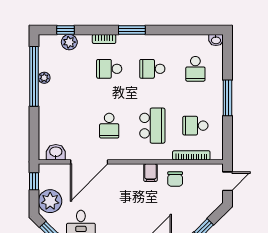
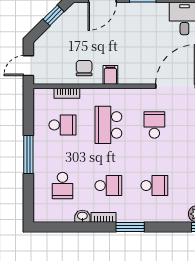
bookcase: (104, 39) -> (104, 217), moved
washbasin: (216, 40) -> (82, 216), moved
school desk: (195, 69) -> (62, 186), turned 180
bookcase: (191, 155) -> (67, 93), width x0.64

